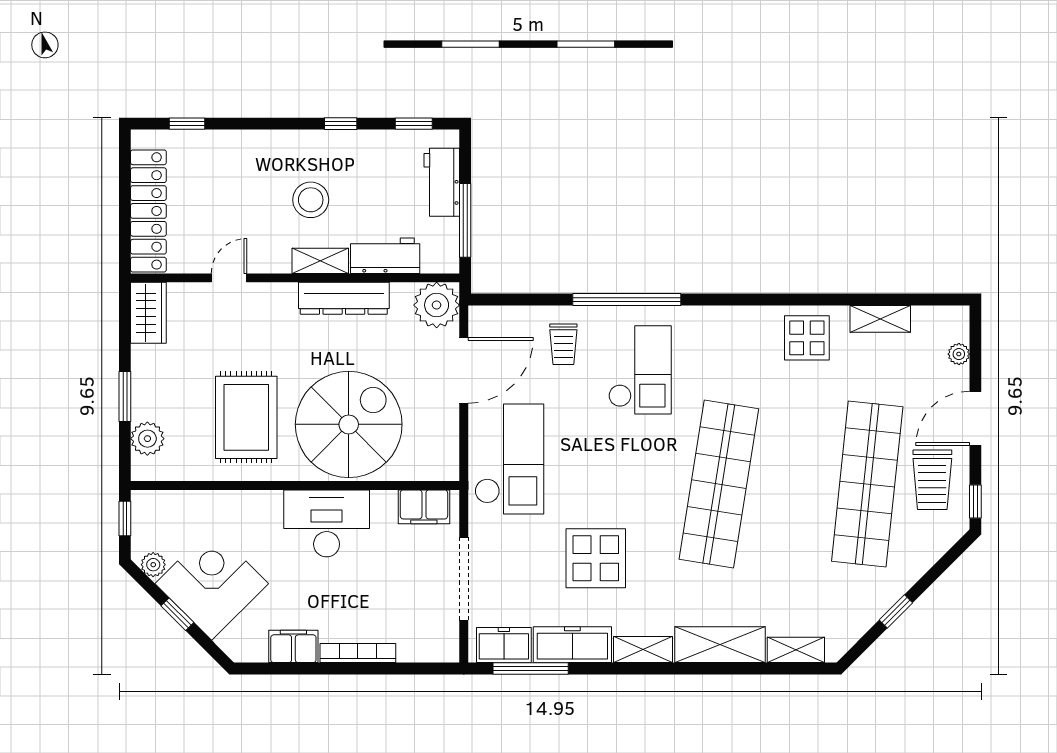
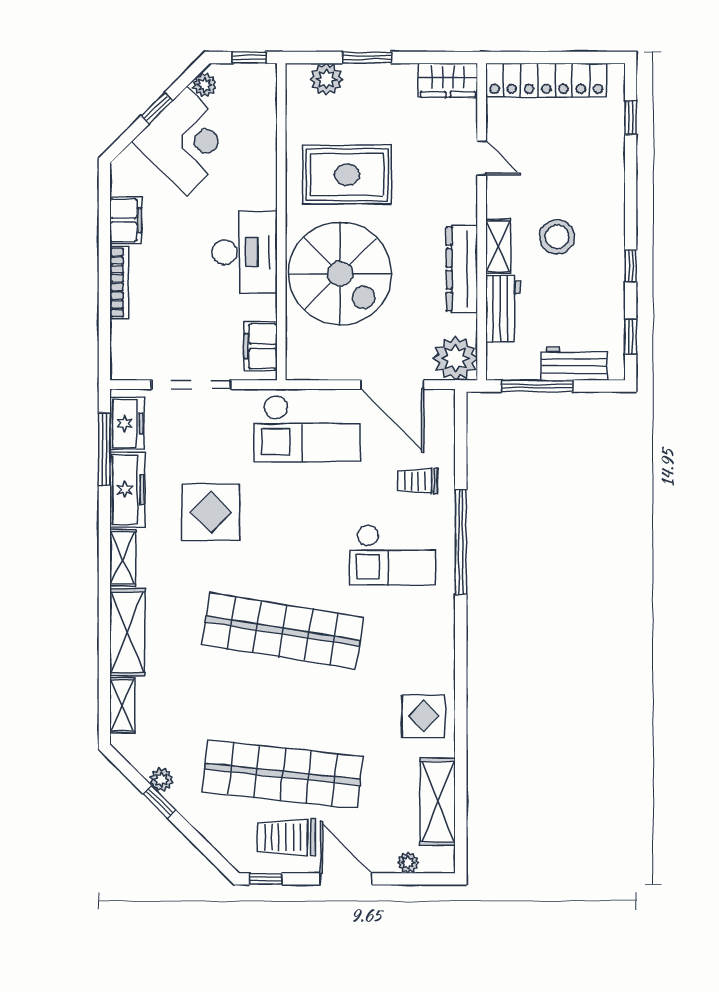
shelving: (880, 319) -> (438, 801), width x1.50, depth x1.33
plant: (873, 609) -> (161, 780), added

